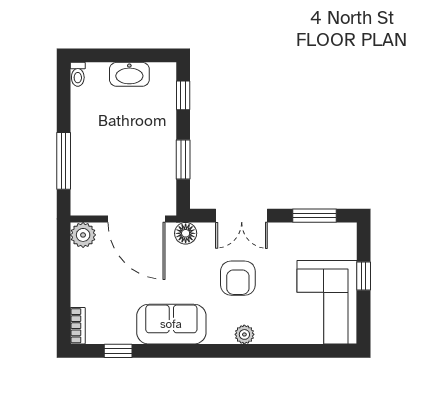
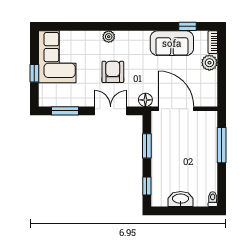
plant: (83, 235) -> (209, 63), moved
sofa: (171, 324) -> (172, 43), moved

